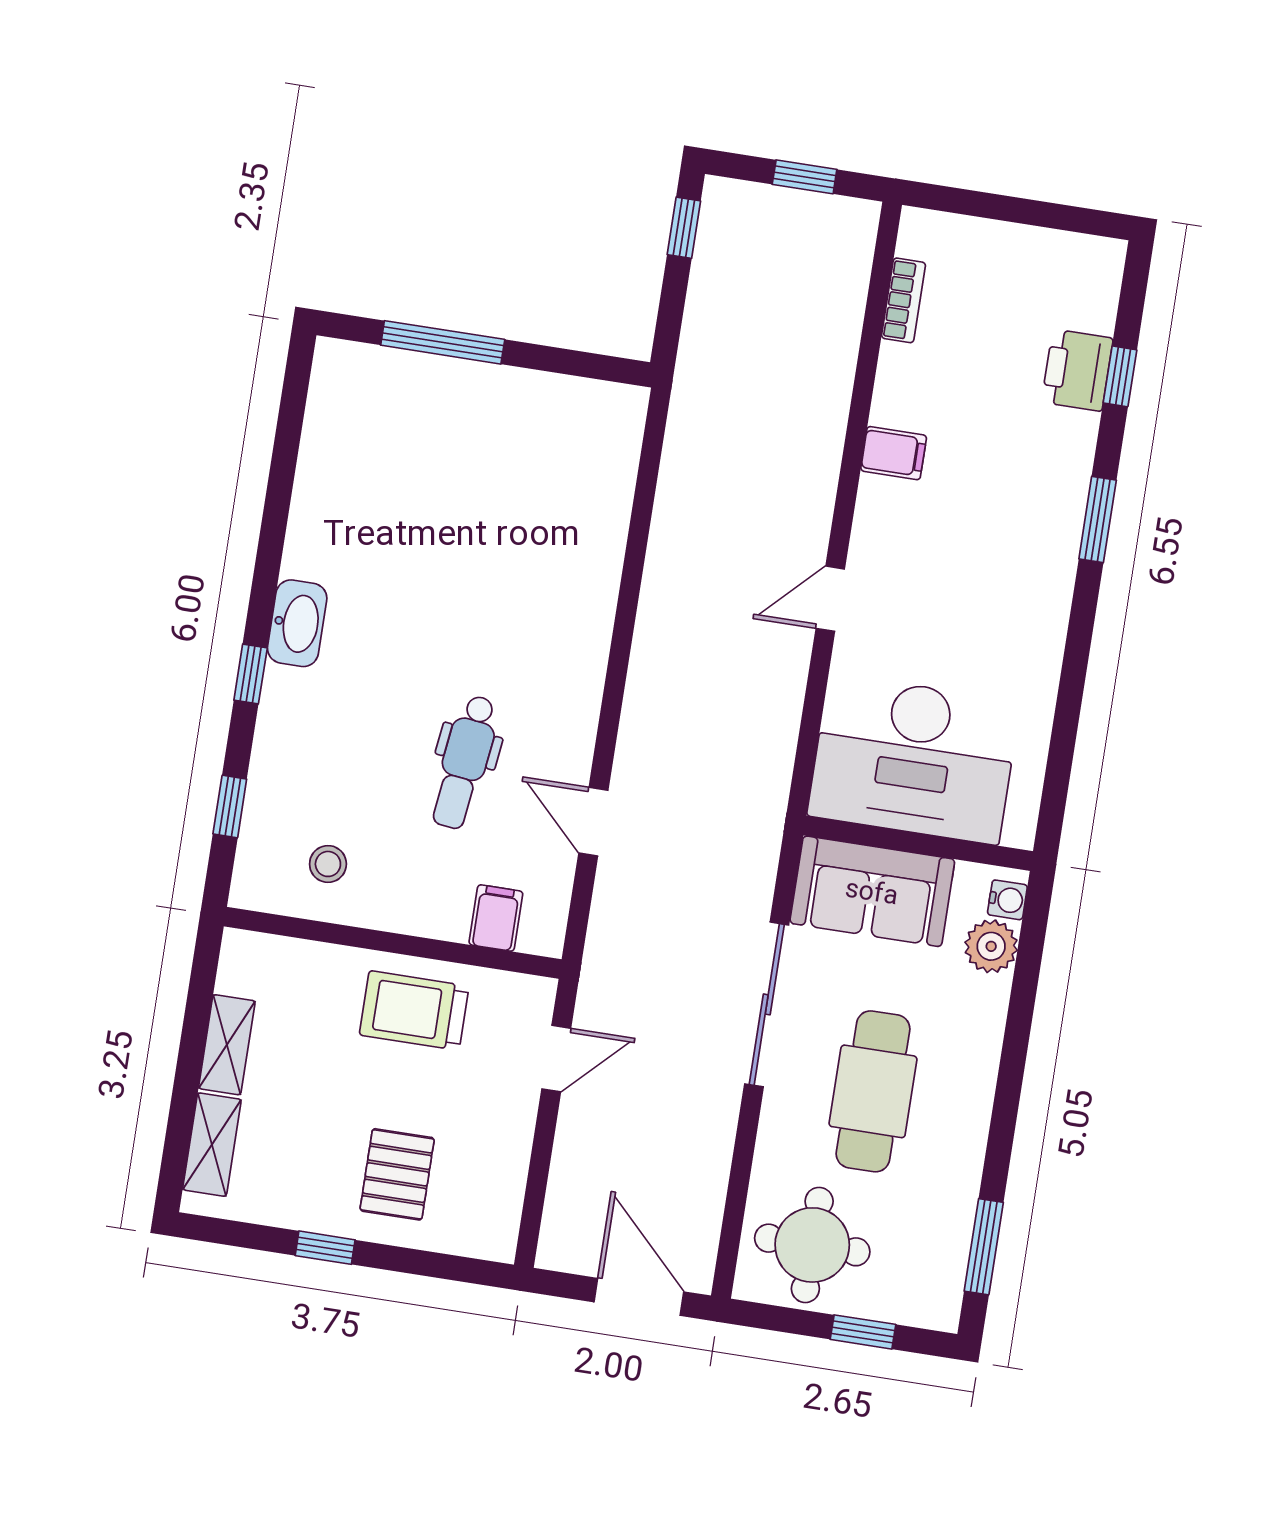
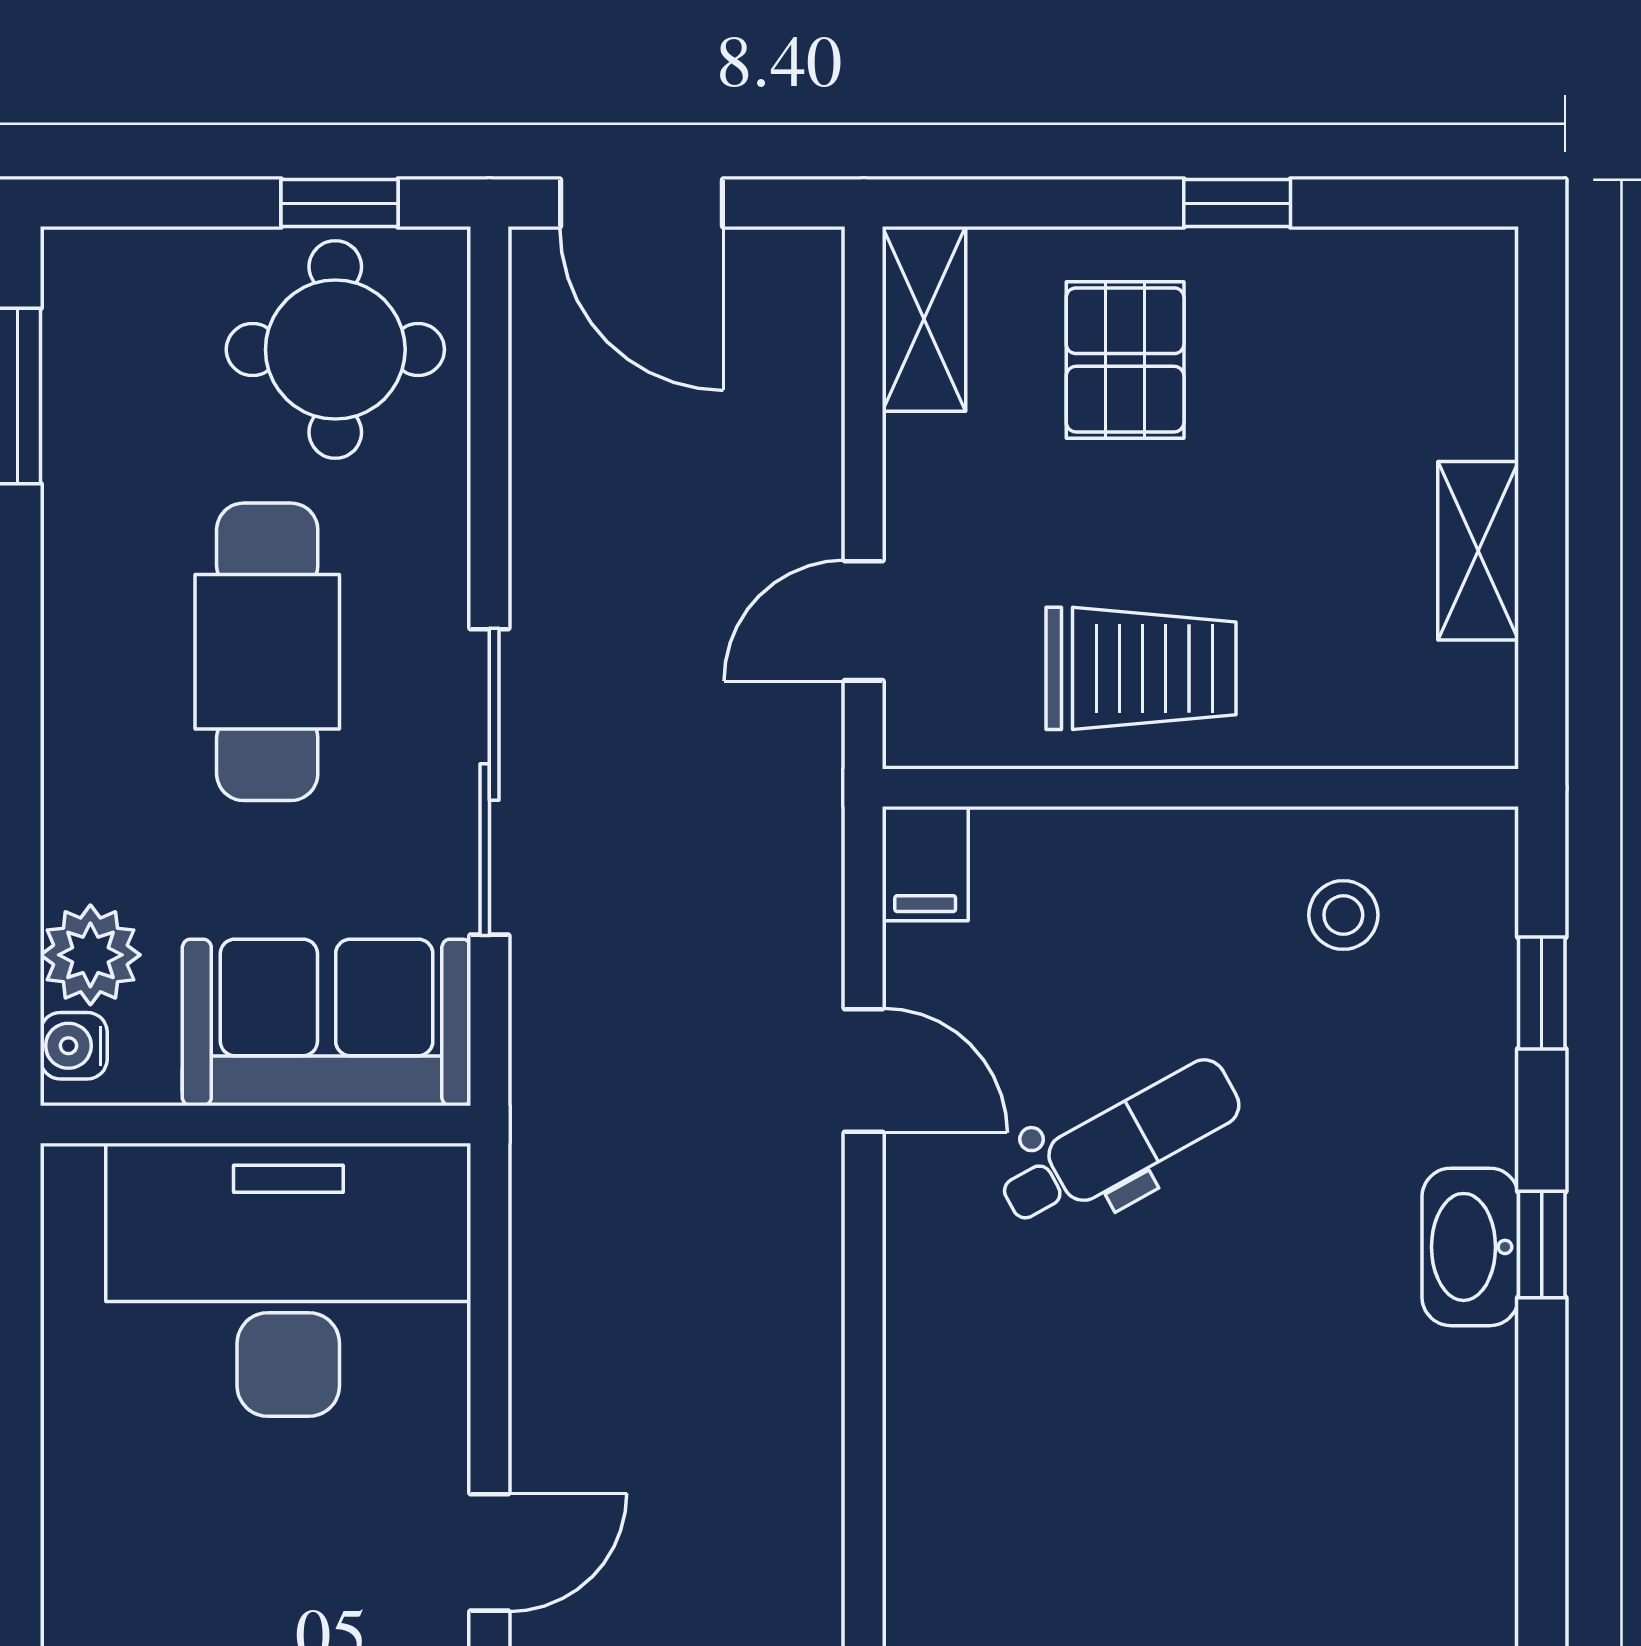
washbasin: (297, 623) -> (1470, 1247), moved
dental chair: (465, 762) -> (1120, 1143), turned 54
filing cabinet: (496, 918) -> (925, 864), moved
shelving: (212, 1145) -> (924, 319), moved
window: (863, 1332) -> (339, 203), moved

